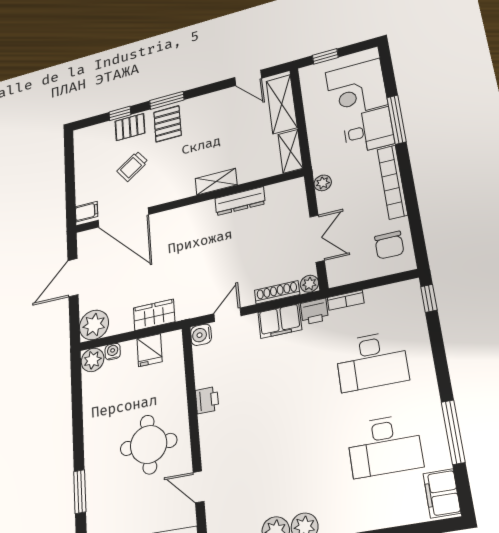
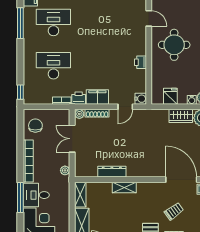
wardrobe: (154, 315) -> (181, 116), moved

